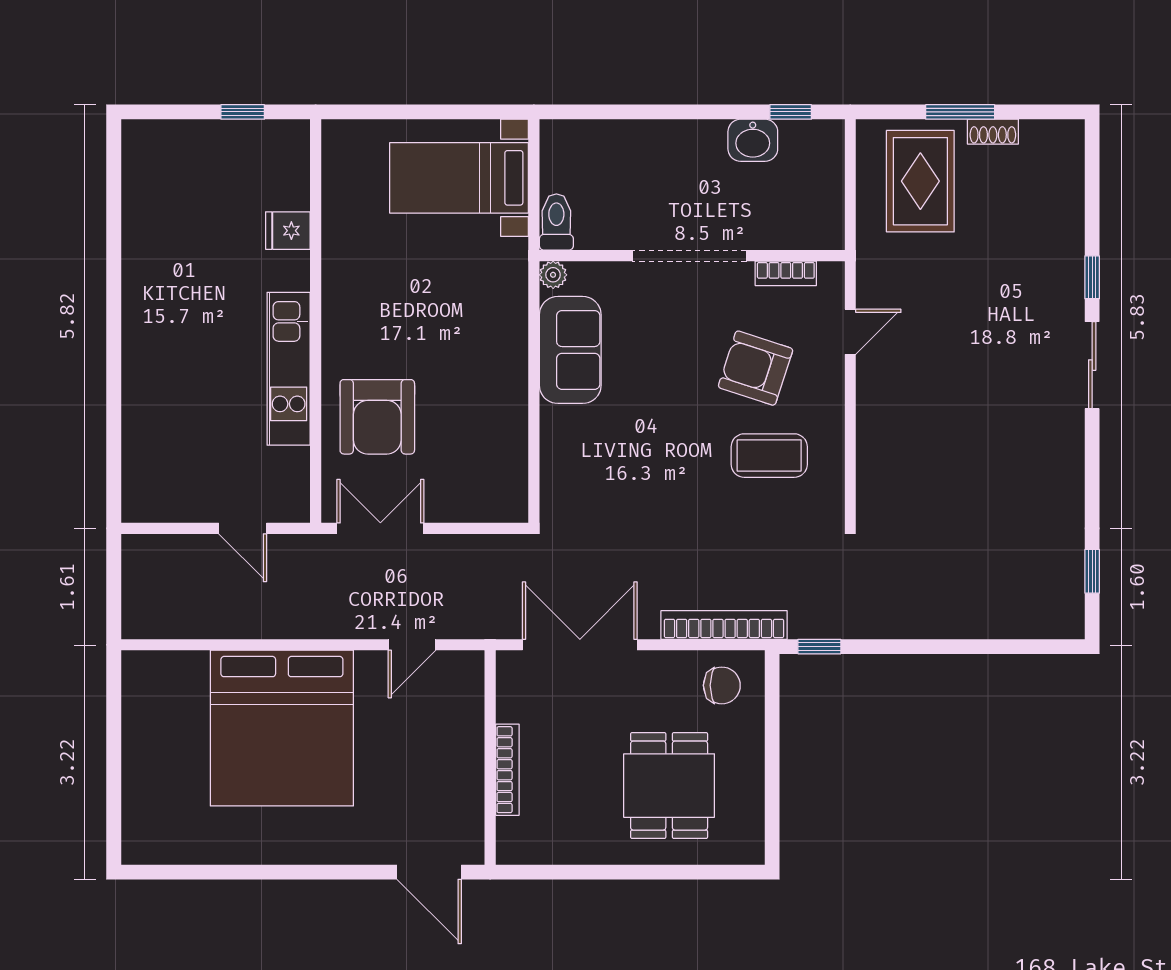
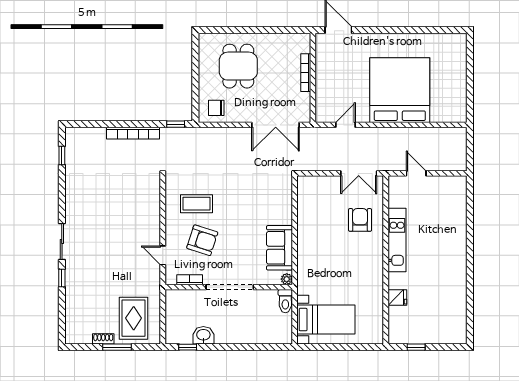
door: (850, 332) -> (163, 255), hinge flipped
armchair: (377, 417) -> (360, 220), width x0.73, depth x0.73
bookcase: (724, 625) -> (133, 133), moved

